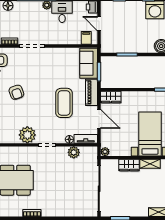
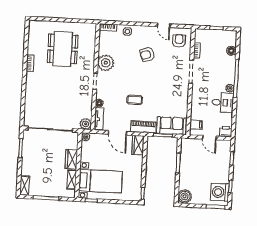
door: (99, 24) -> (209, 138), swing flipped
coffee table: (64, 103) -> (135, 100), width x0.54, depth x0.58
door: (99, 119) -> (117, 133), hinge flipped
plant: (74, 152) -> (86, 124), moved

